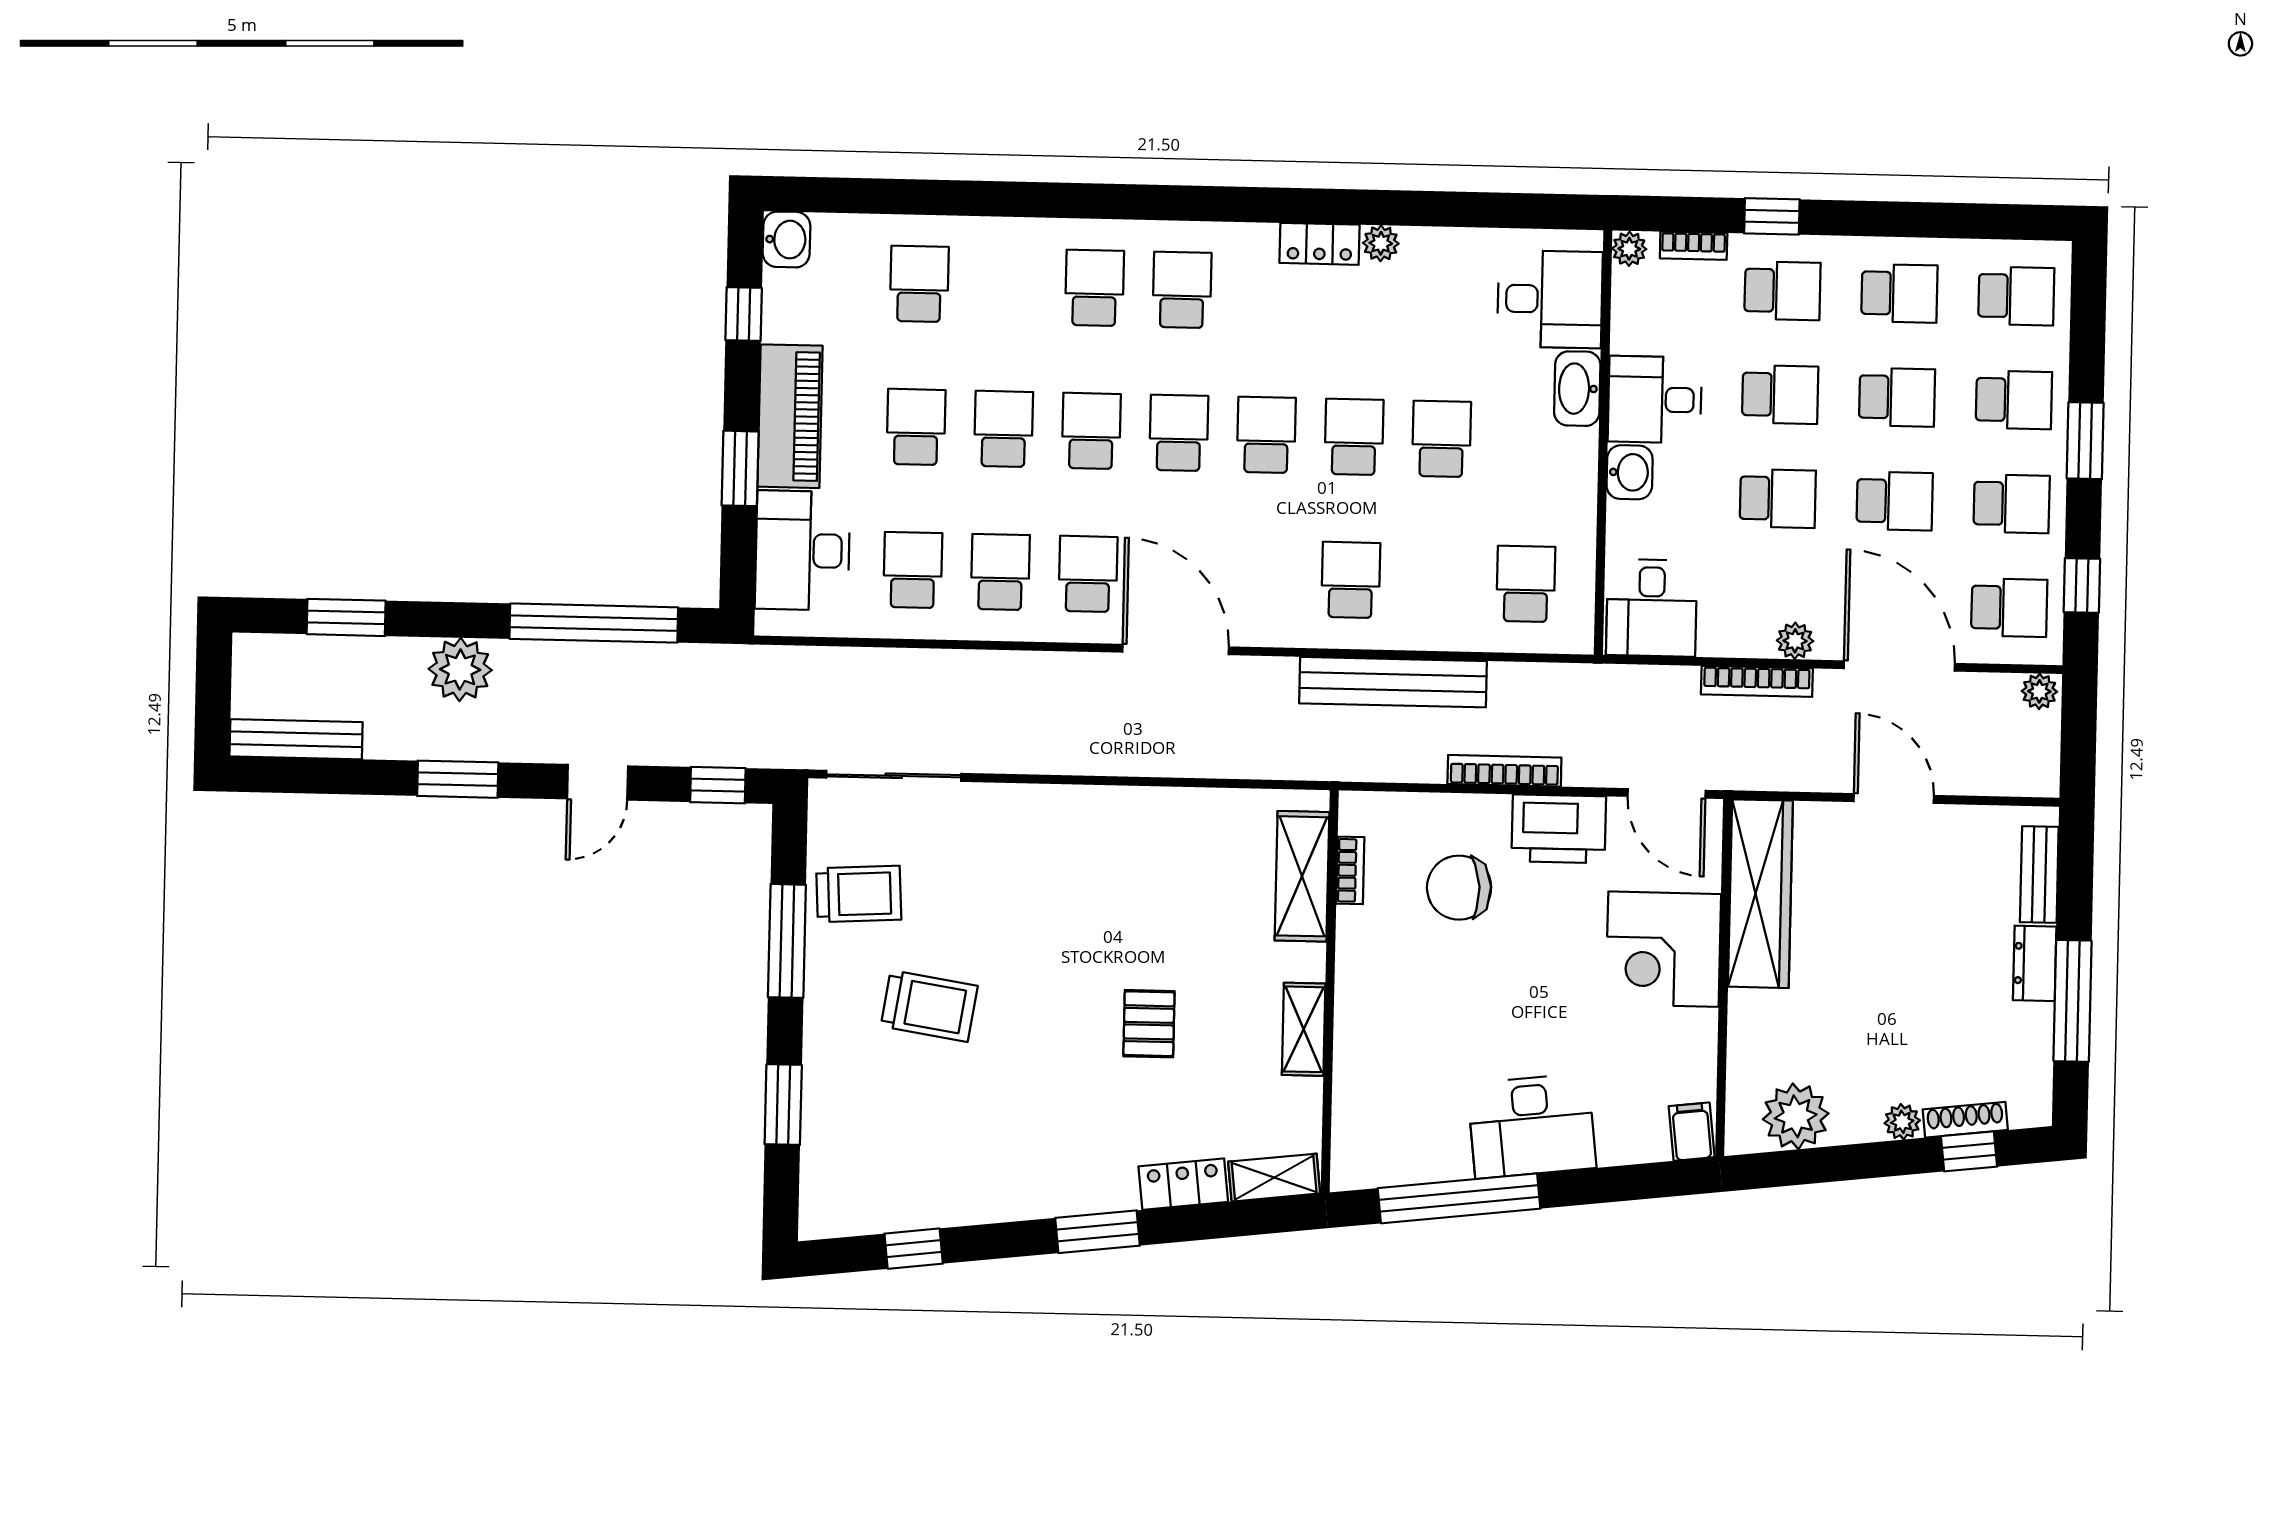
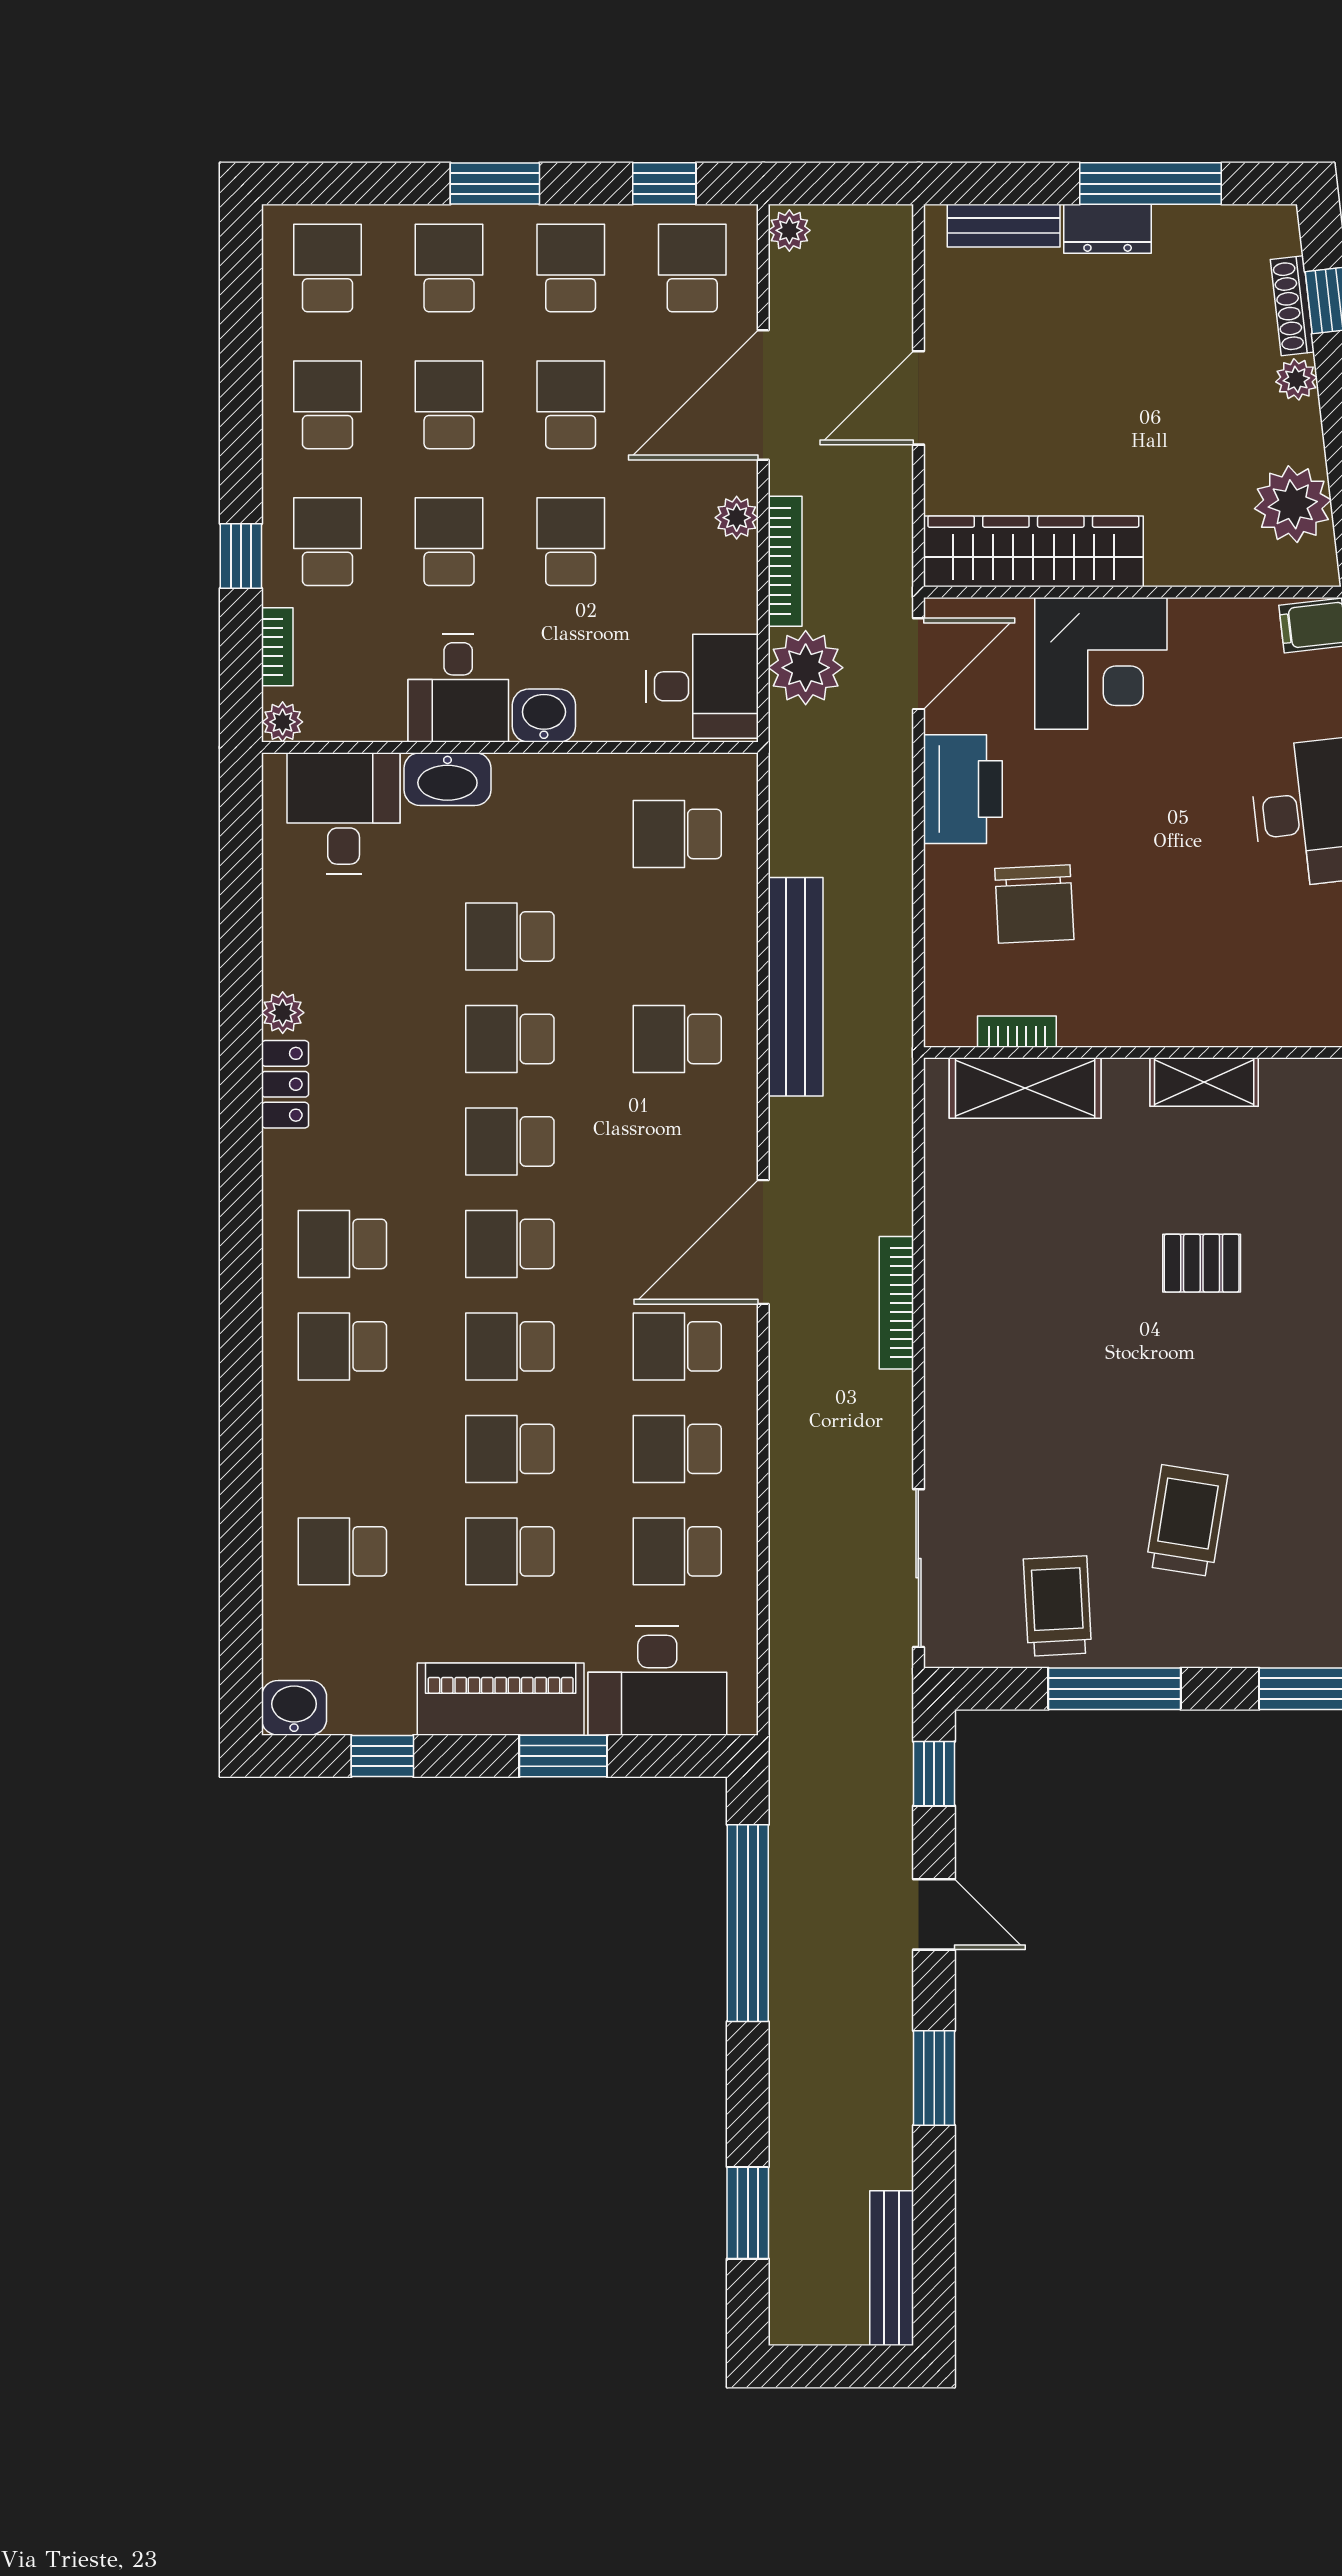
plant: (460, 670) -> (806, 668), moved
bookcase: (1504, 771) -> (896, 1303), moved

